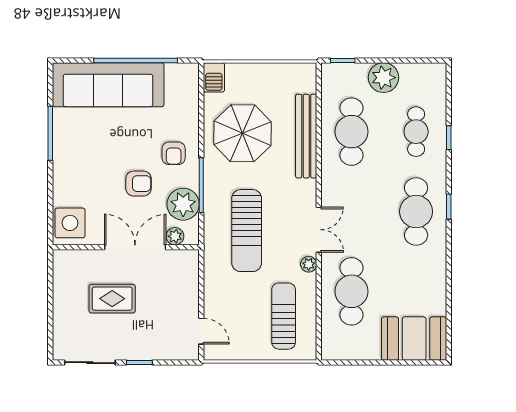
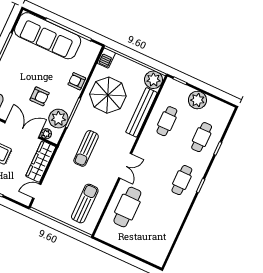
cafe table: (351, 132) -> (167, 121), width x0.73, depth x0.74
armchair: (174, 153) -> (77, 81), moved, turned 90
cafe table: (416, 211) -> (182, 180), width x0.73, depth x0.74
sun lounger: (247, 231) -> (86, 148), width x0.73, depth x0.75
plant: (309, 264) -> (153, 80), moved, width x1.87, depth x1.87
wardrobe: (186, 283) -> (41, 161), added
door: (201, 331) -> (37, 191), swing flipped
booth: (414, 339) -> (149, 248), removed

